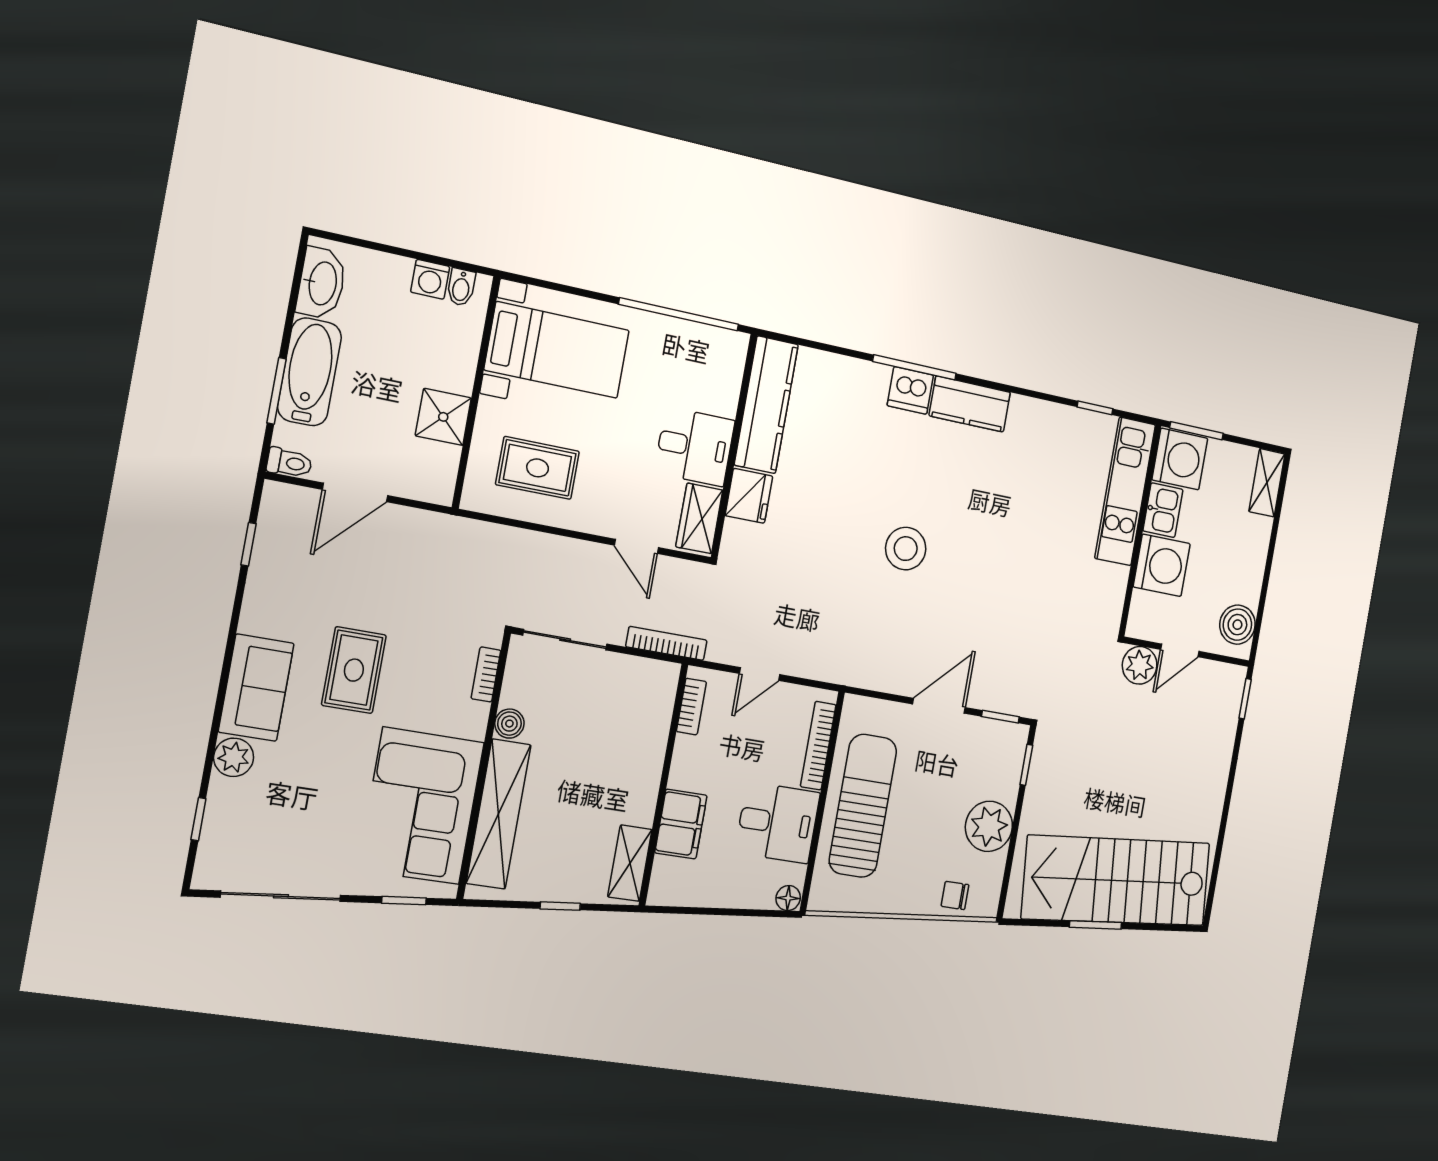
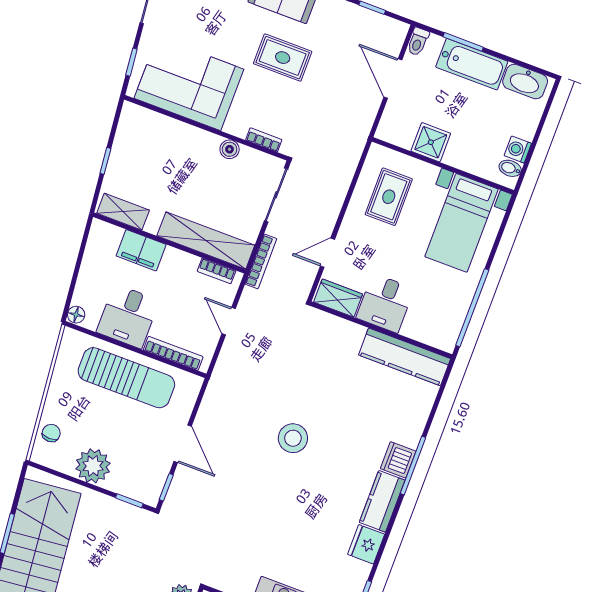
fridge: (749, 496) -> (366, 544), moved, turned 90
shelving: (499, 814) -> (206, 241), moved

